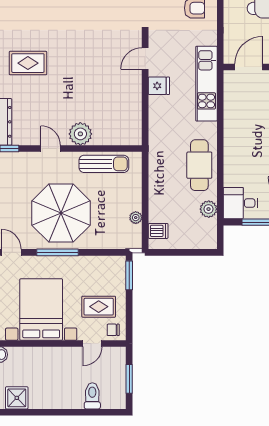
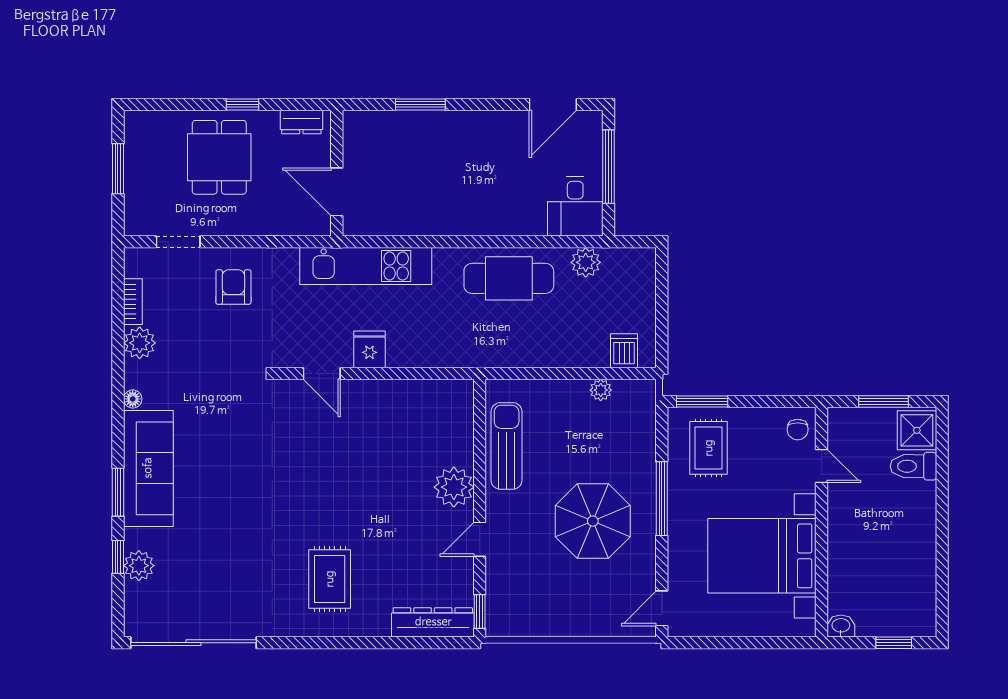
parasol: (61, 213) -> (593, 521), width x0.73, depth x0.73
window: (58, 252) -> (662, 499), moved
rug: (99, 307) -> (709, 448), moved
shower: (17, 398) -> (917, 430), moved

